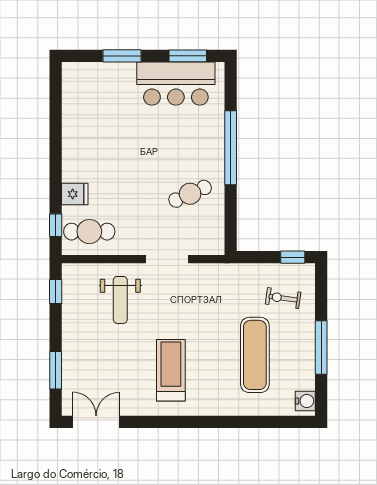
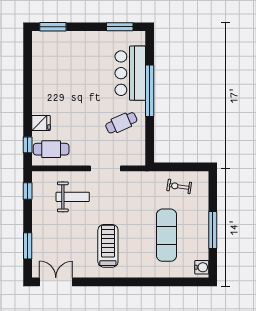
window: (122, 56) -> (53, 27), moved
bar counter: (176, 84) -> (130, 73), moved, turned 90
window: (293, 257) -> (193, 167), removed
exercise bike: (283, 298) -> (179, 186), moved
weight bench: (120, 300) -> (73, 197), turned -90

